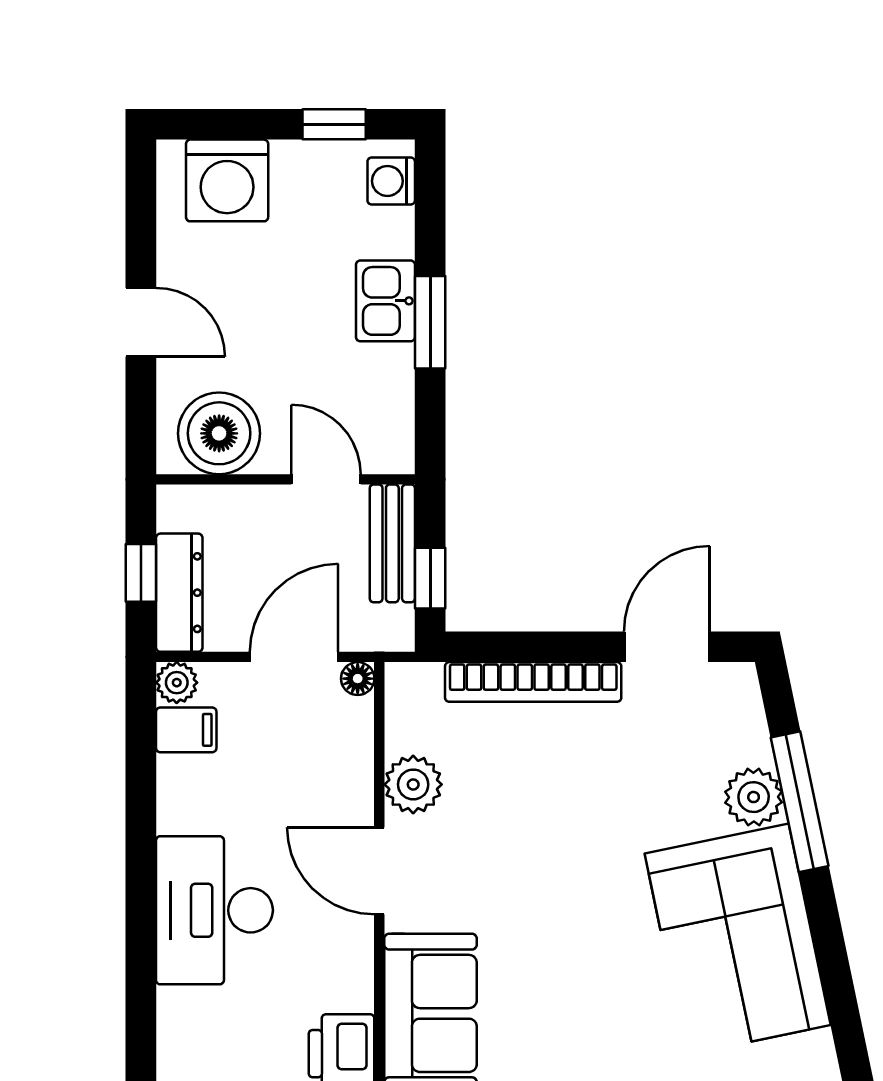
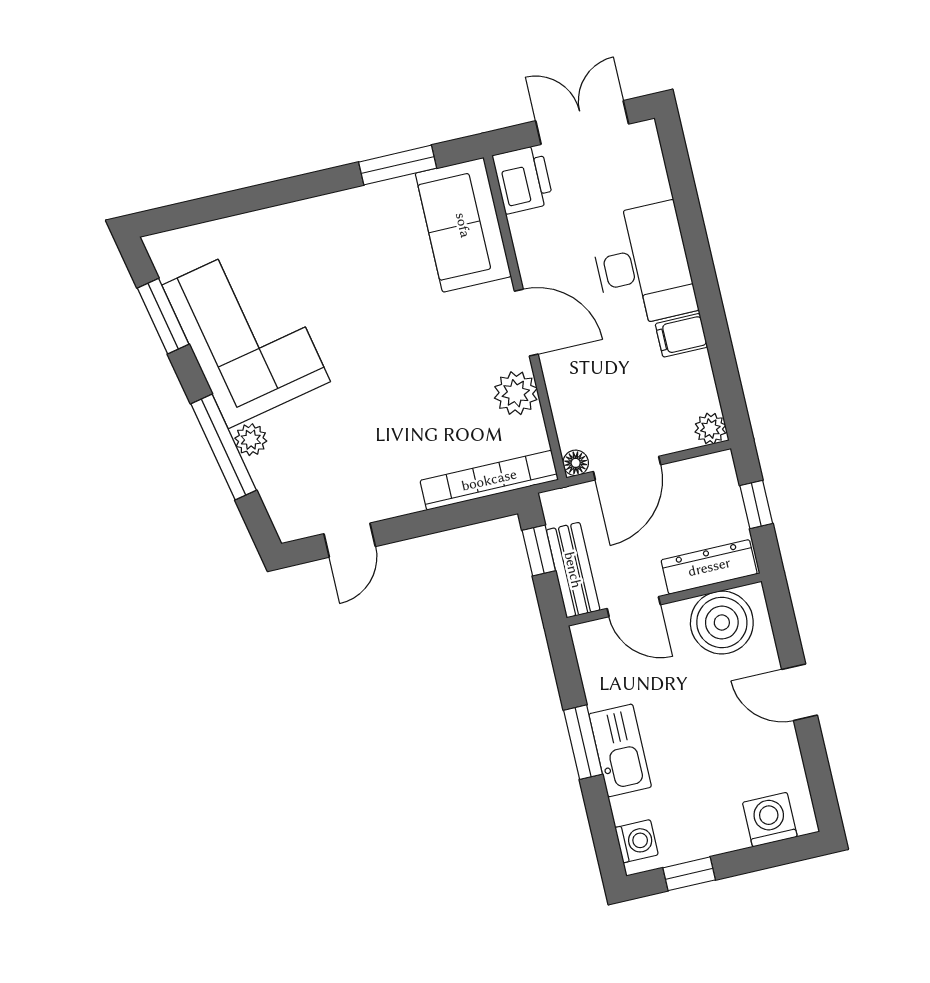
washing machine: (227, 180) -> (770, 820), width x0.73, depth x0.73
kitchen sink: (385, 301) -> (620, 750), width x1.38
dresser: (179, 593) -> (709, 567), moved, turned 90
door: (667, 647) -> (350, 540), width x0.73
bookcase: (533, 682) -> (489, 480), moved
filing cabinet: (186, 730) -> (681, 335), moved
plant: (754, 797) -> (251, 440), width x0.73, depth x0.73
window: (838, 985) -> (163, 316), added

